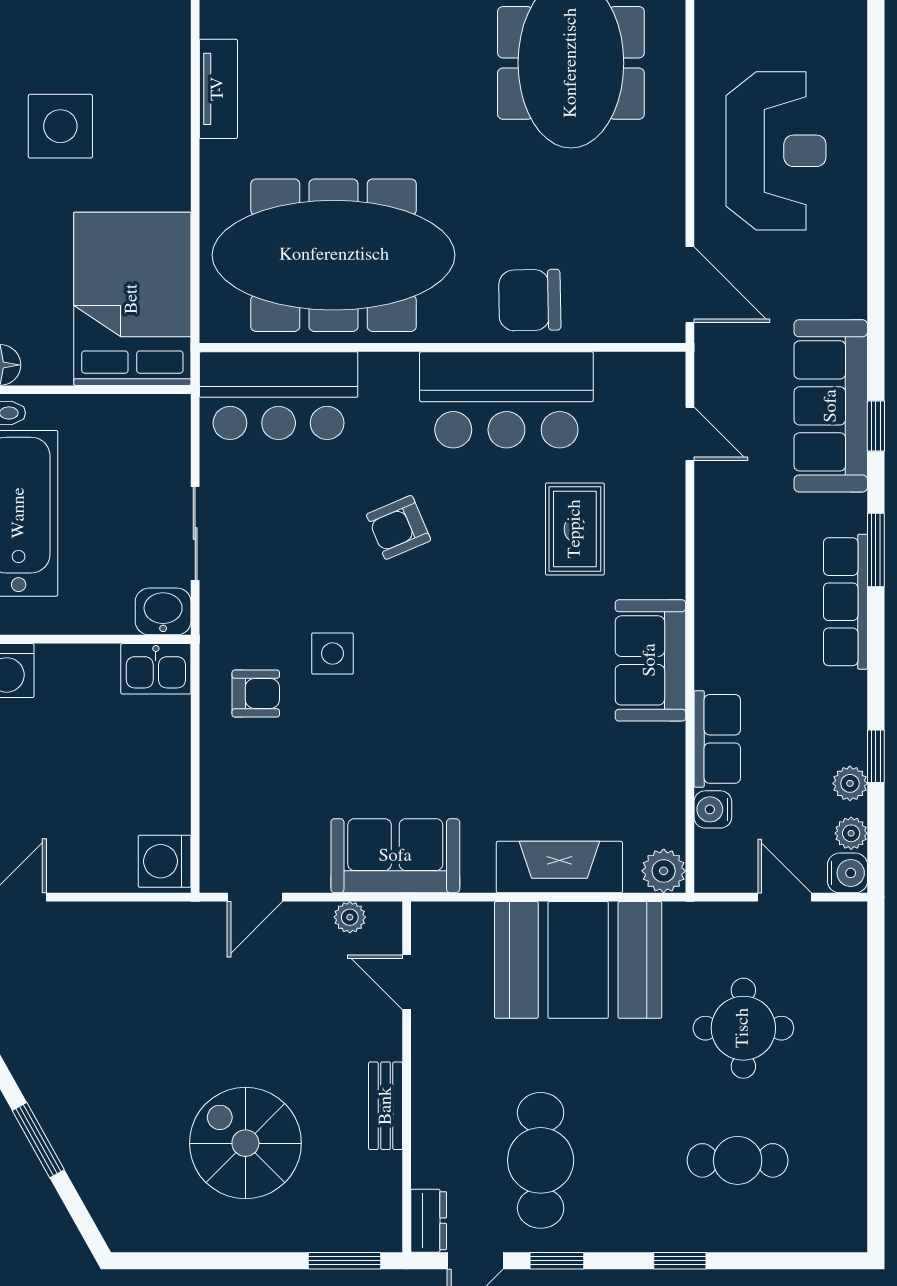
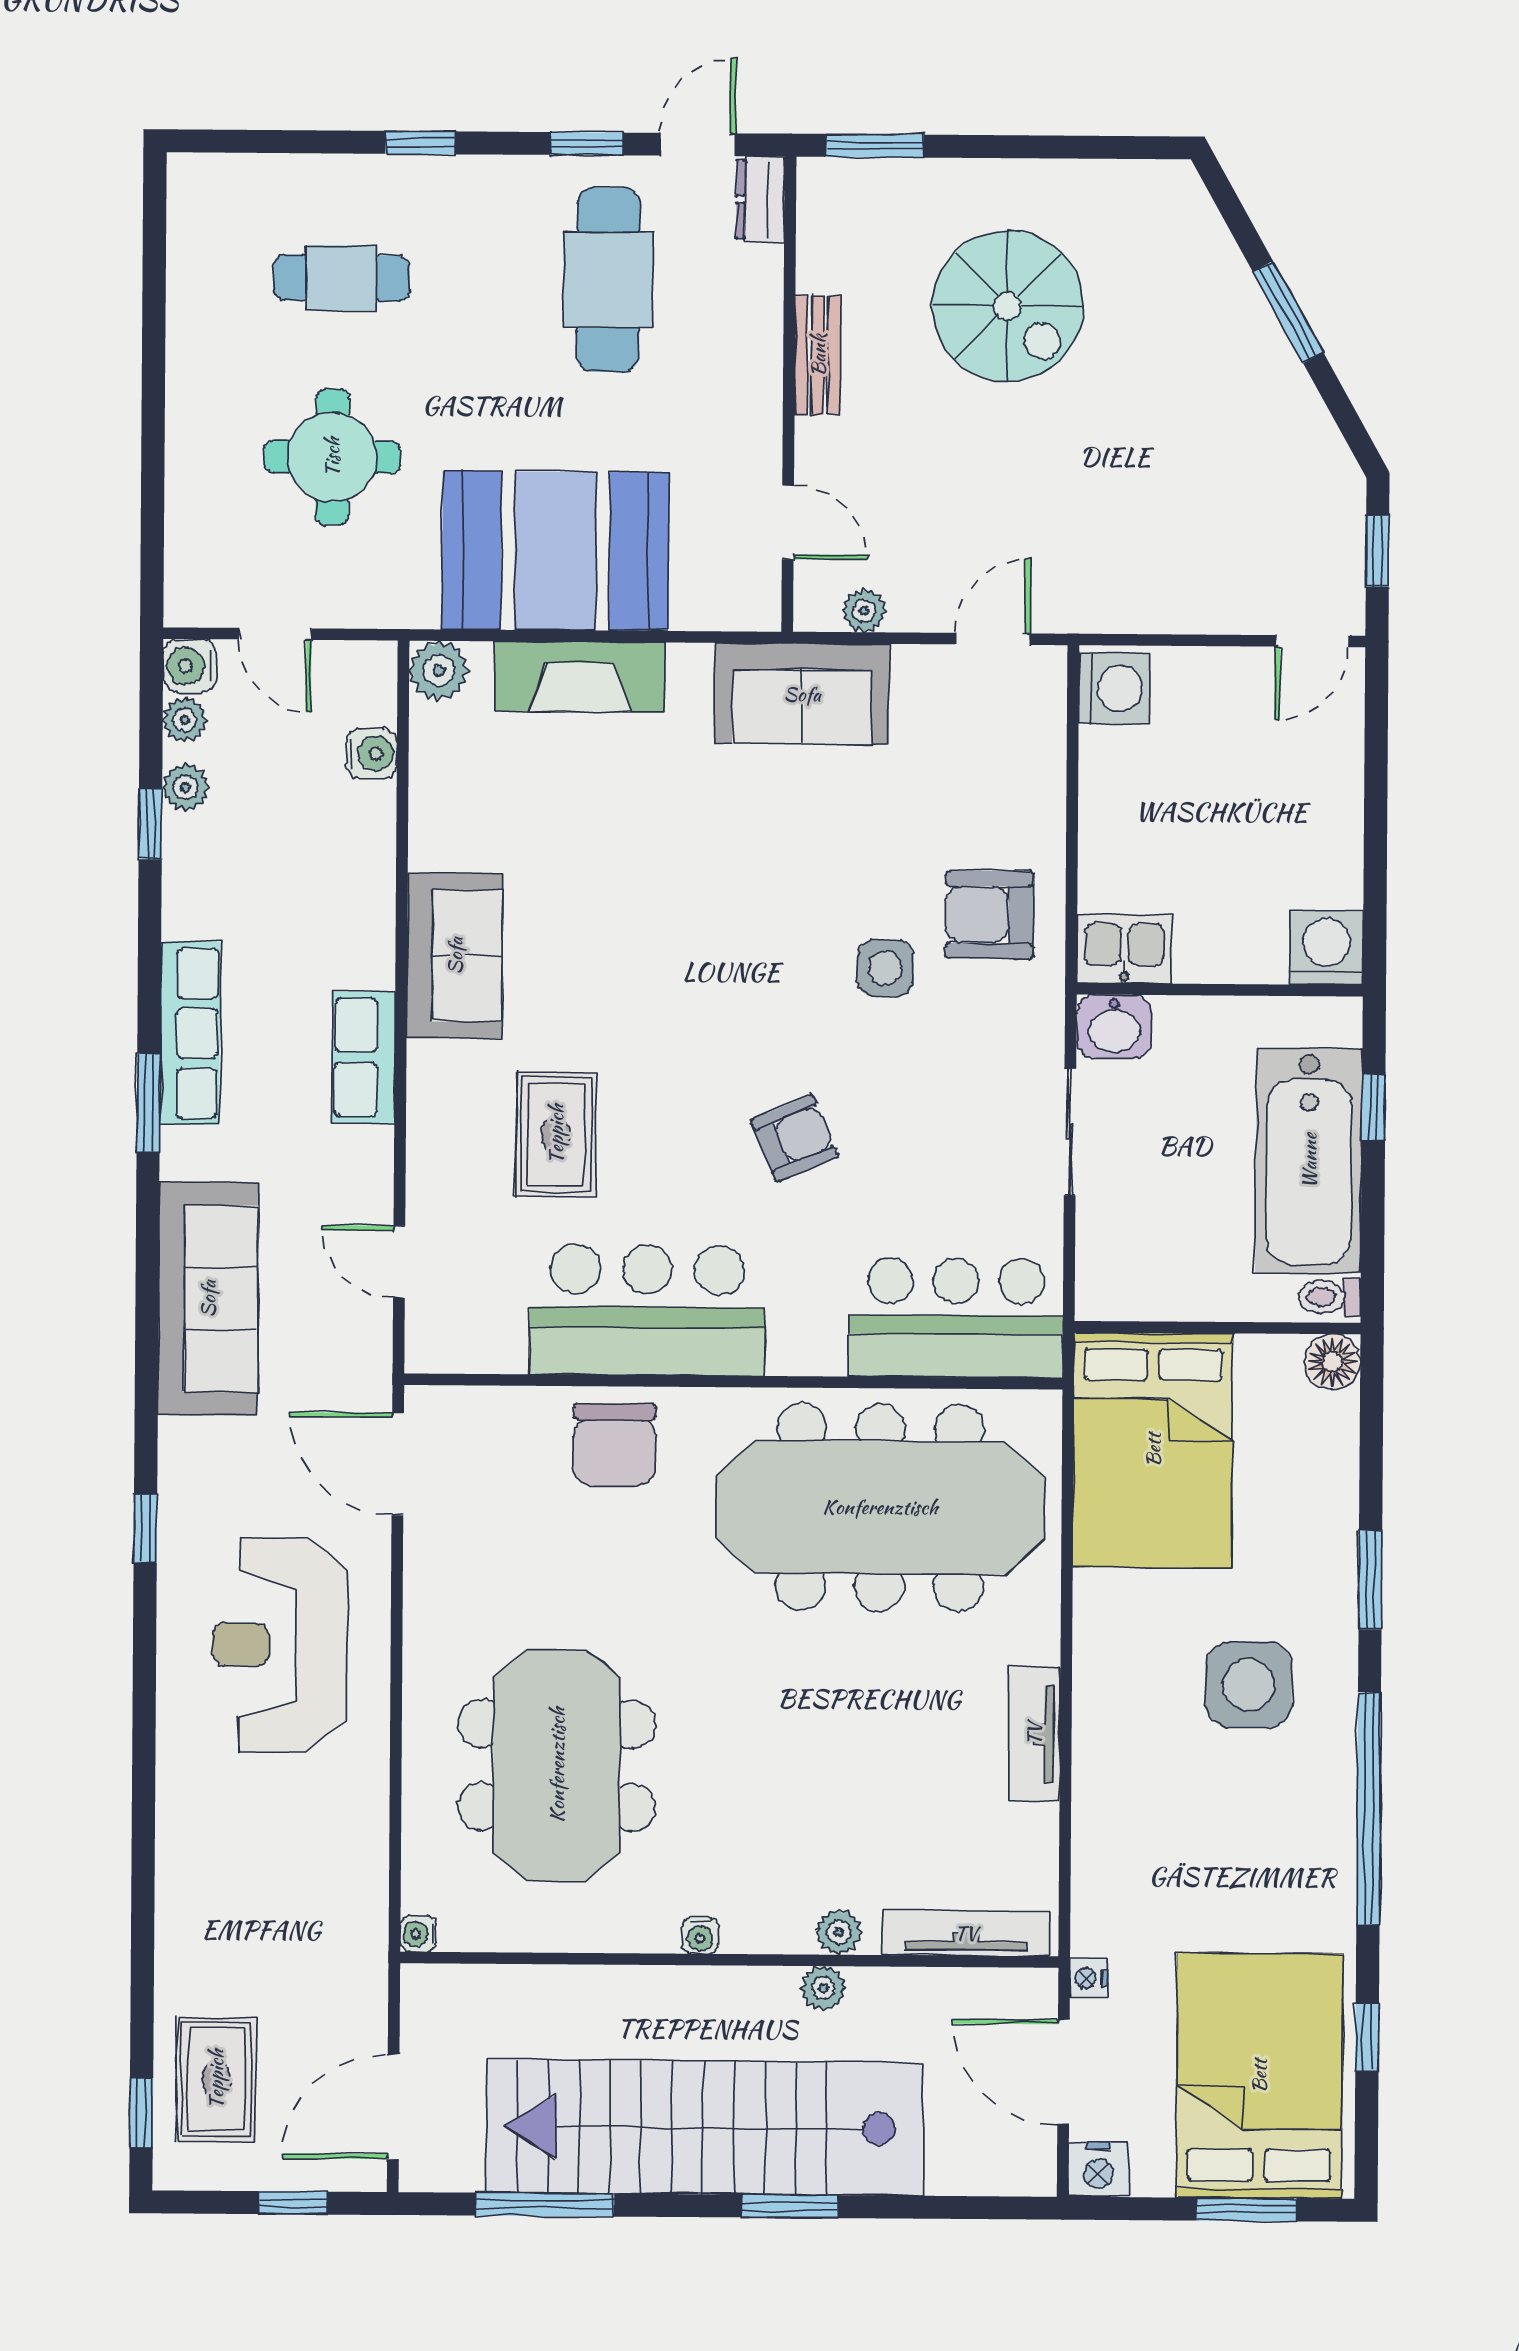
chair: (530, 300) -> (615, 1445), turned 91
window: (876, 426) -> (145, 1529), moved
armchair: (256, 694) -> (989, 915), width x1.38, depth x1.38
row of seats: (717, 739) -> (364, 1057), moved

